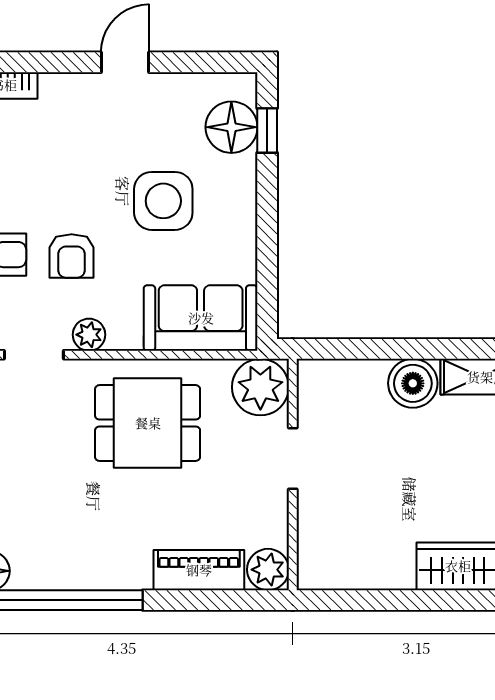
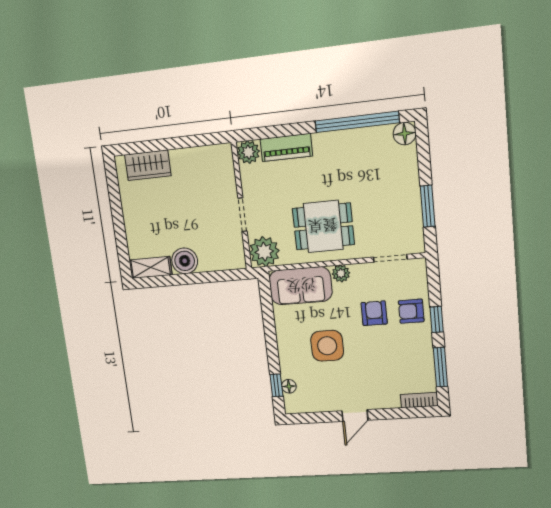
floor lamp: (231, 127) -> (289, 386), width x0.53, depth x0.53
plant: (89, 335) -> (341, 273), moved

